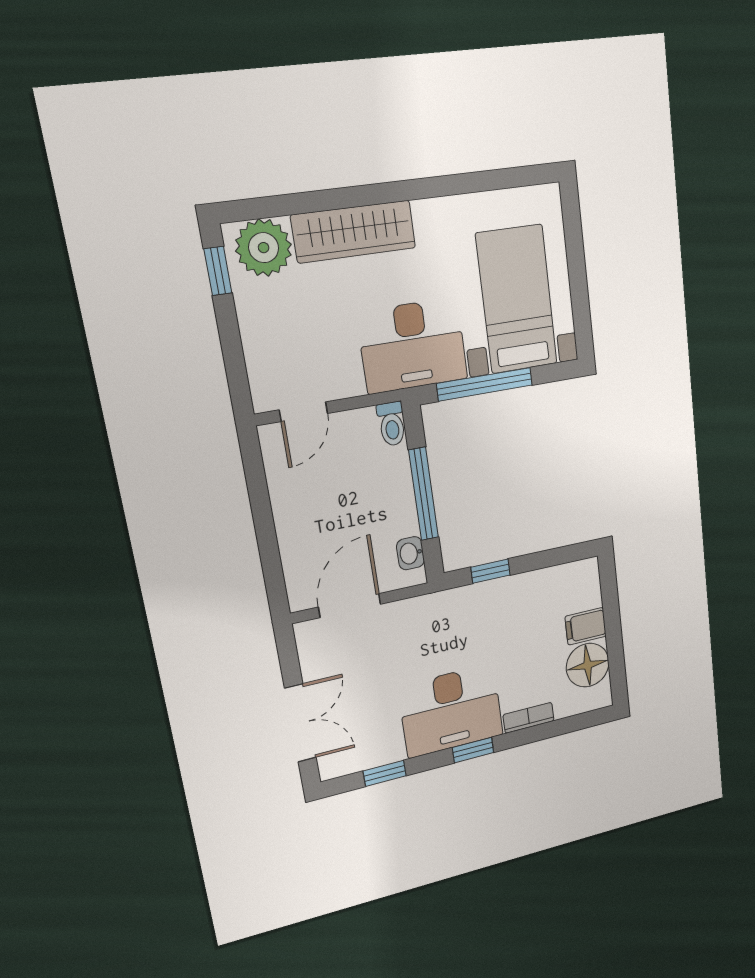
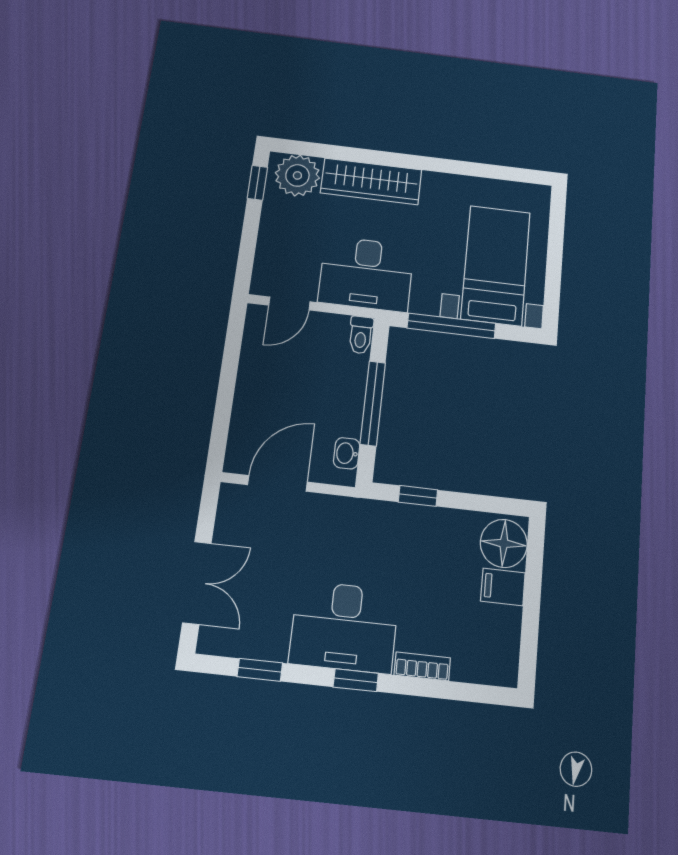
desk: (413, 346) -> (366, 274), moved
floor lamp: (588, 665) -> (504, 543), moved

